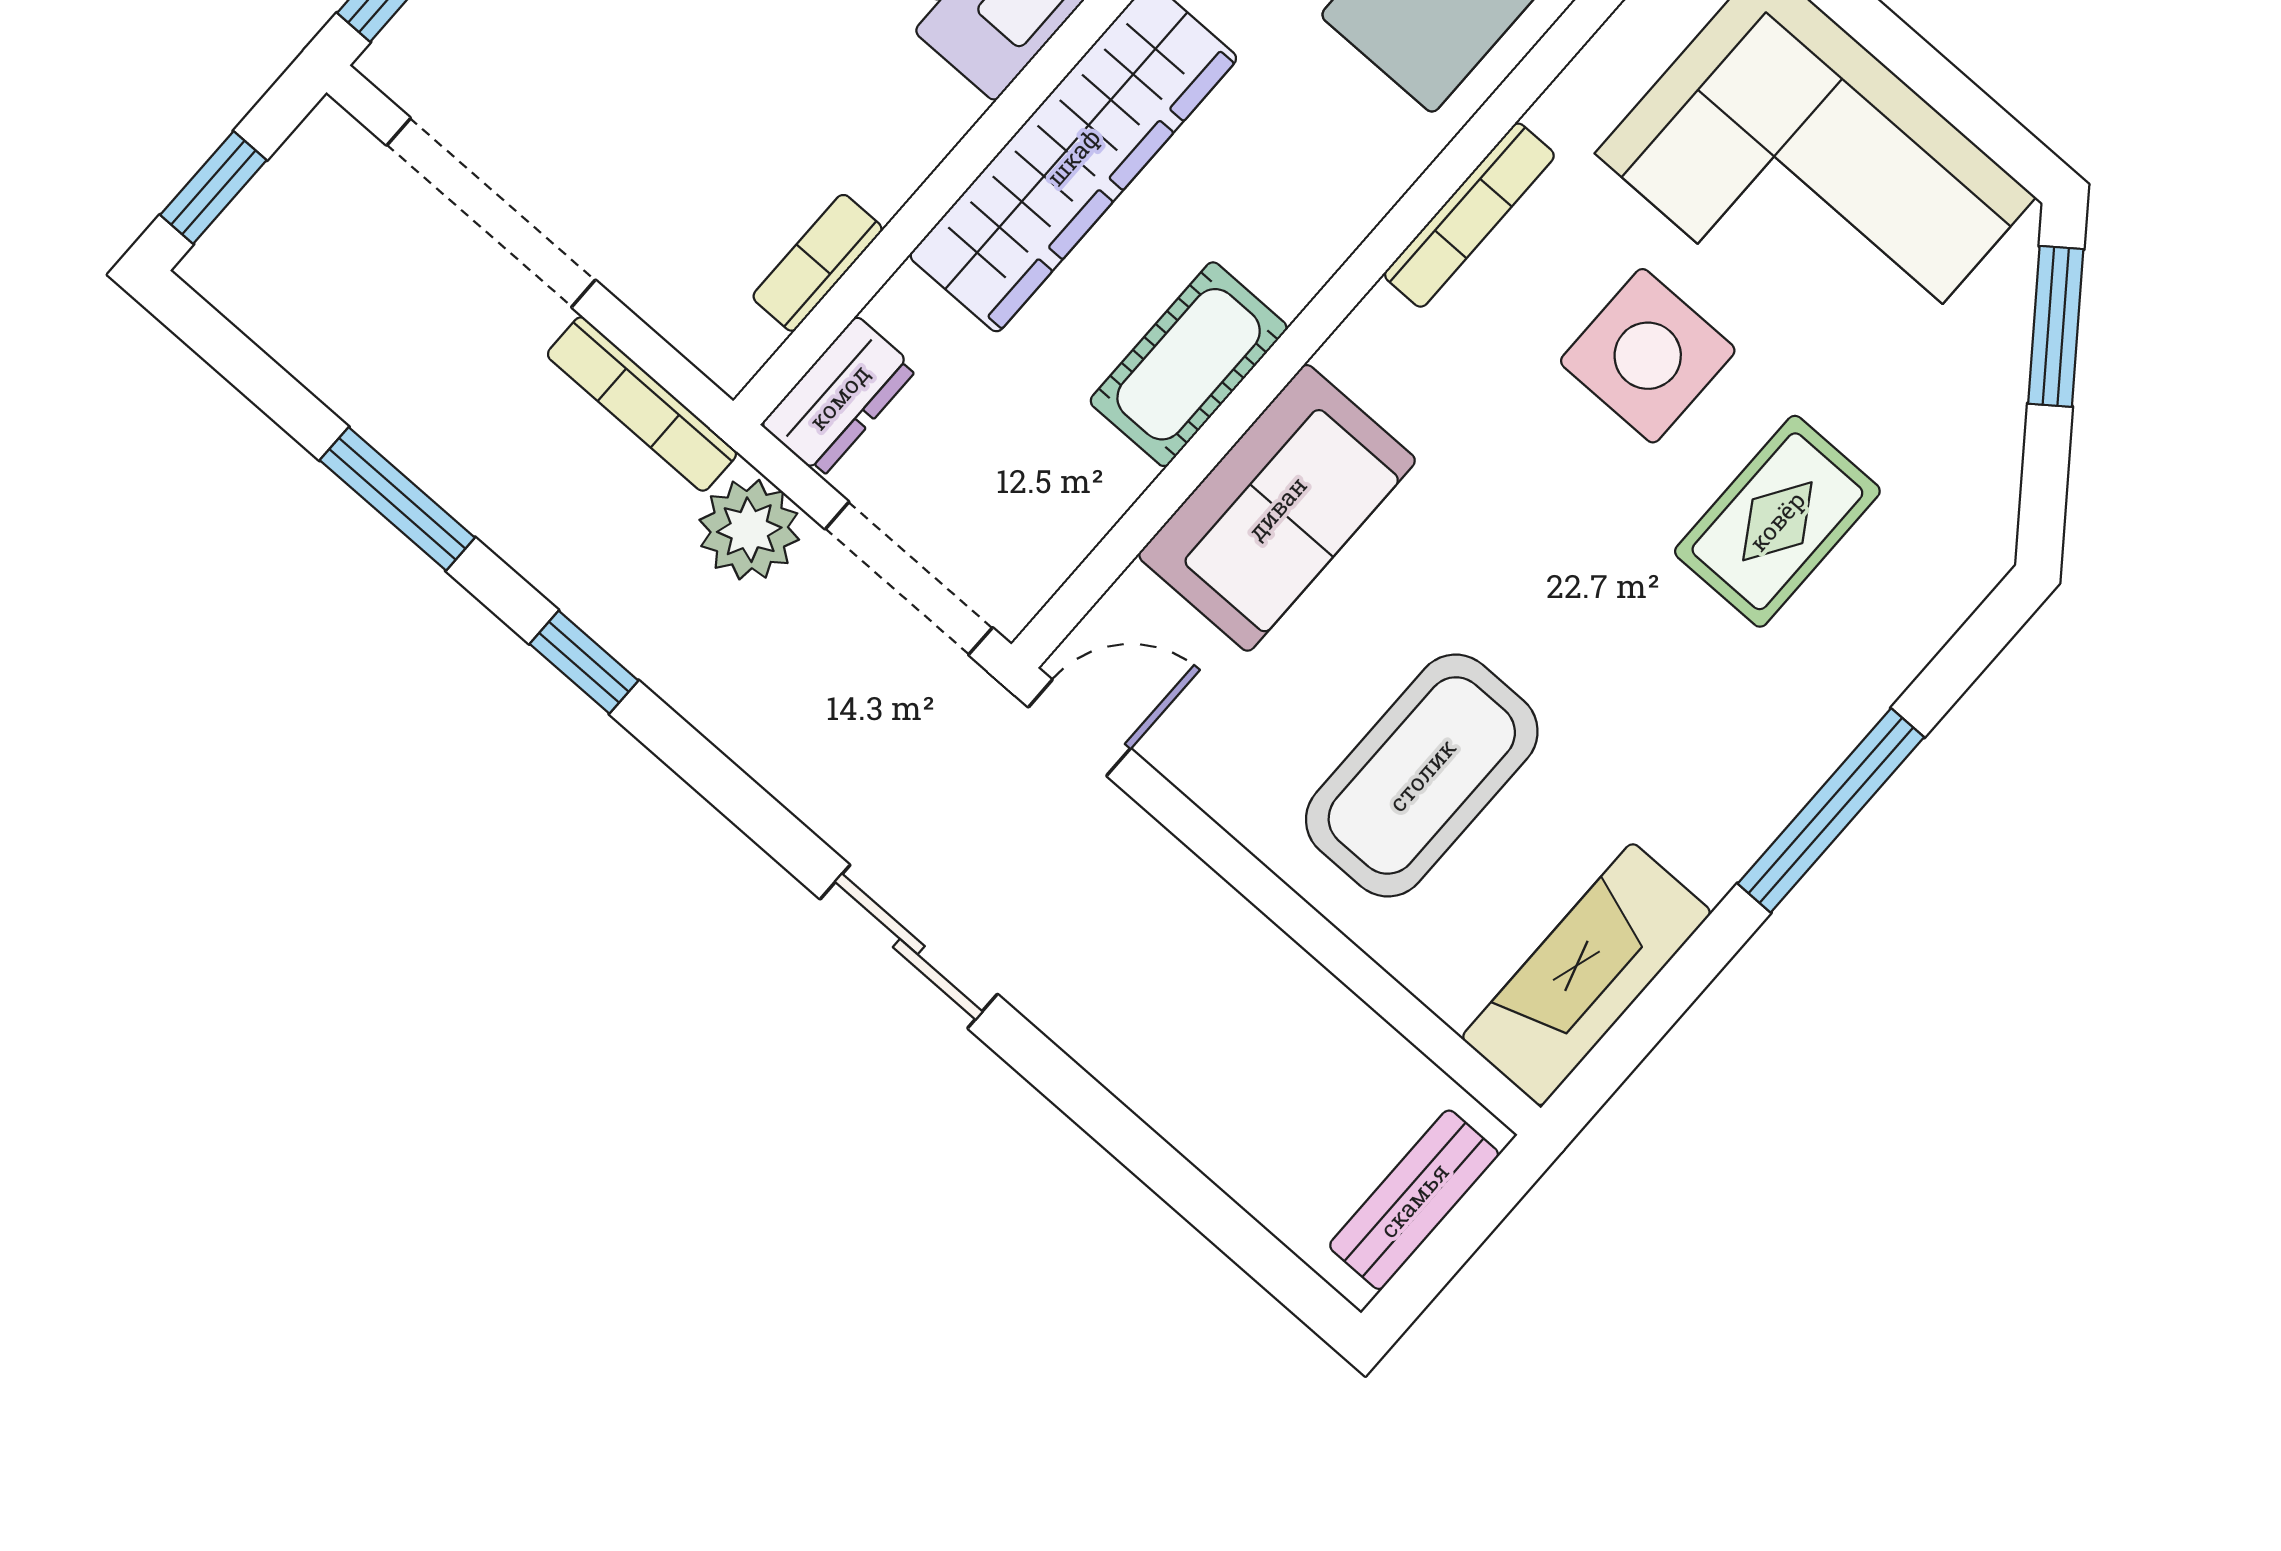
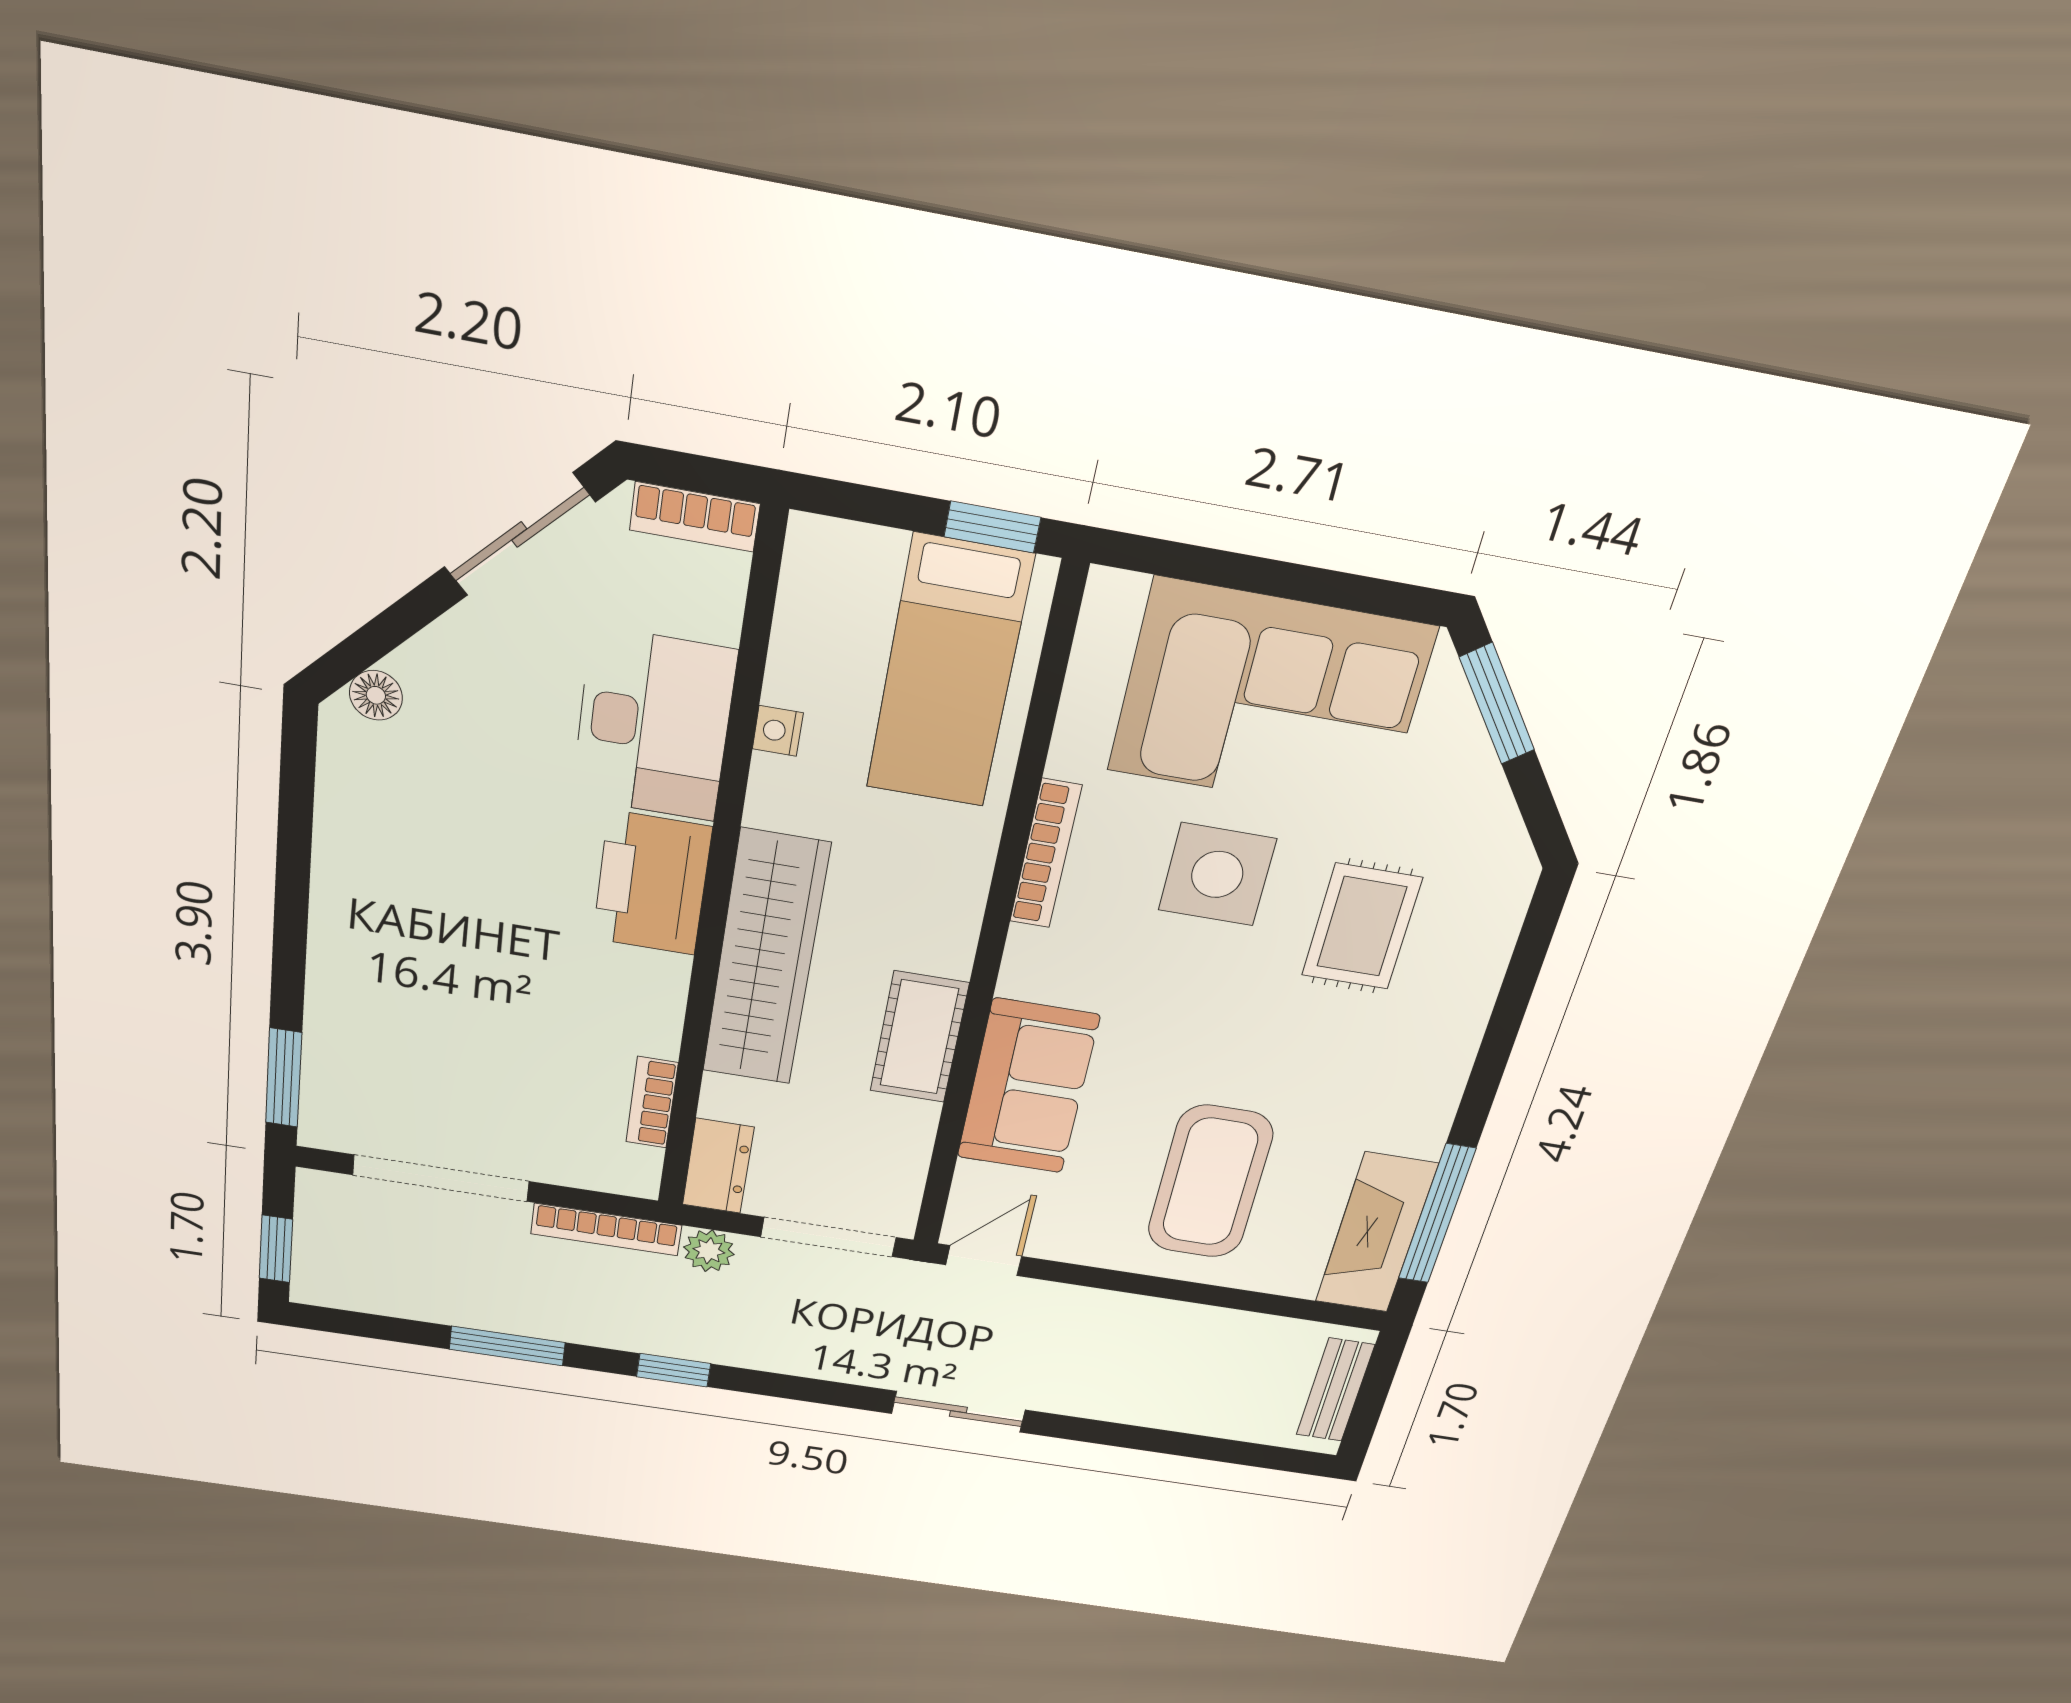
plant: (749, 530) -> (709, 1251), width x0.73, depth x0.73
window: (1831, 810) -> (1437, 1214), moved

